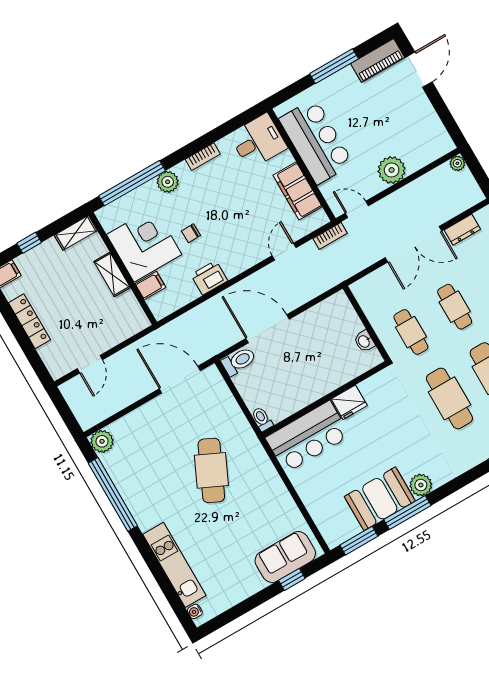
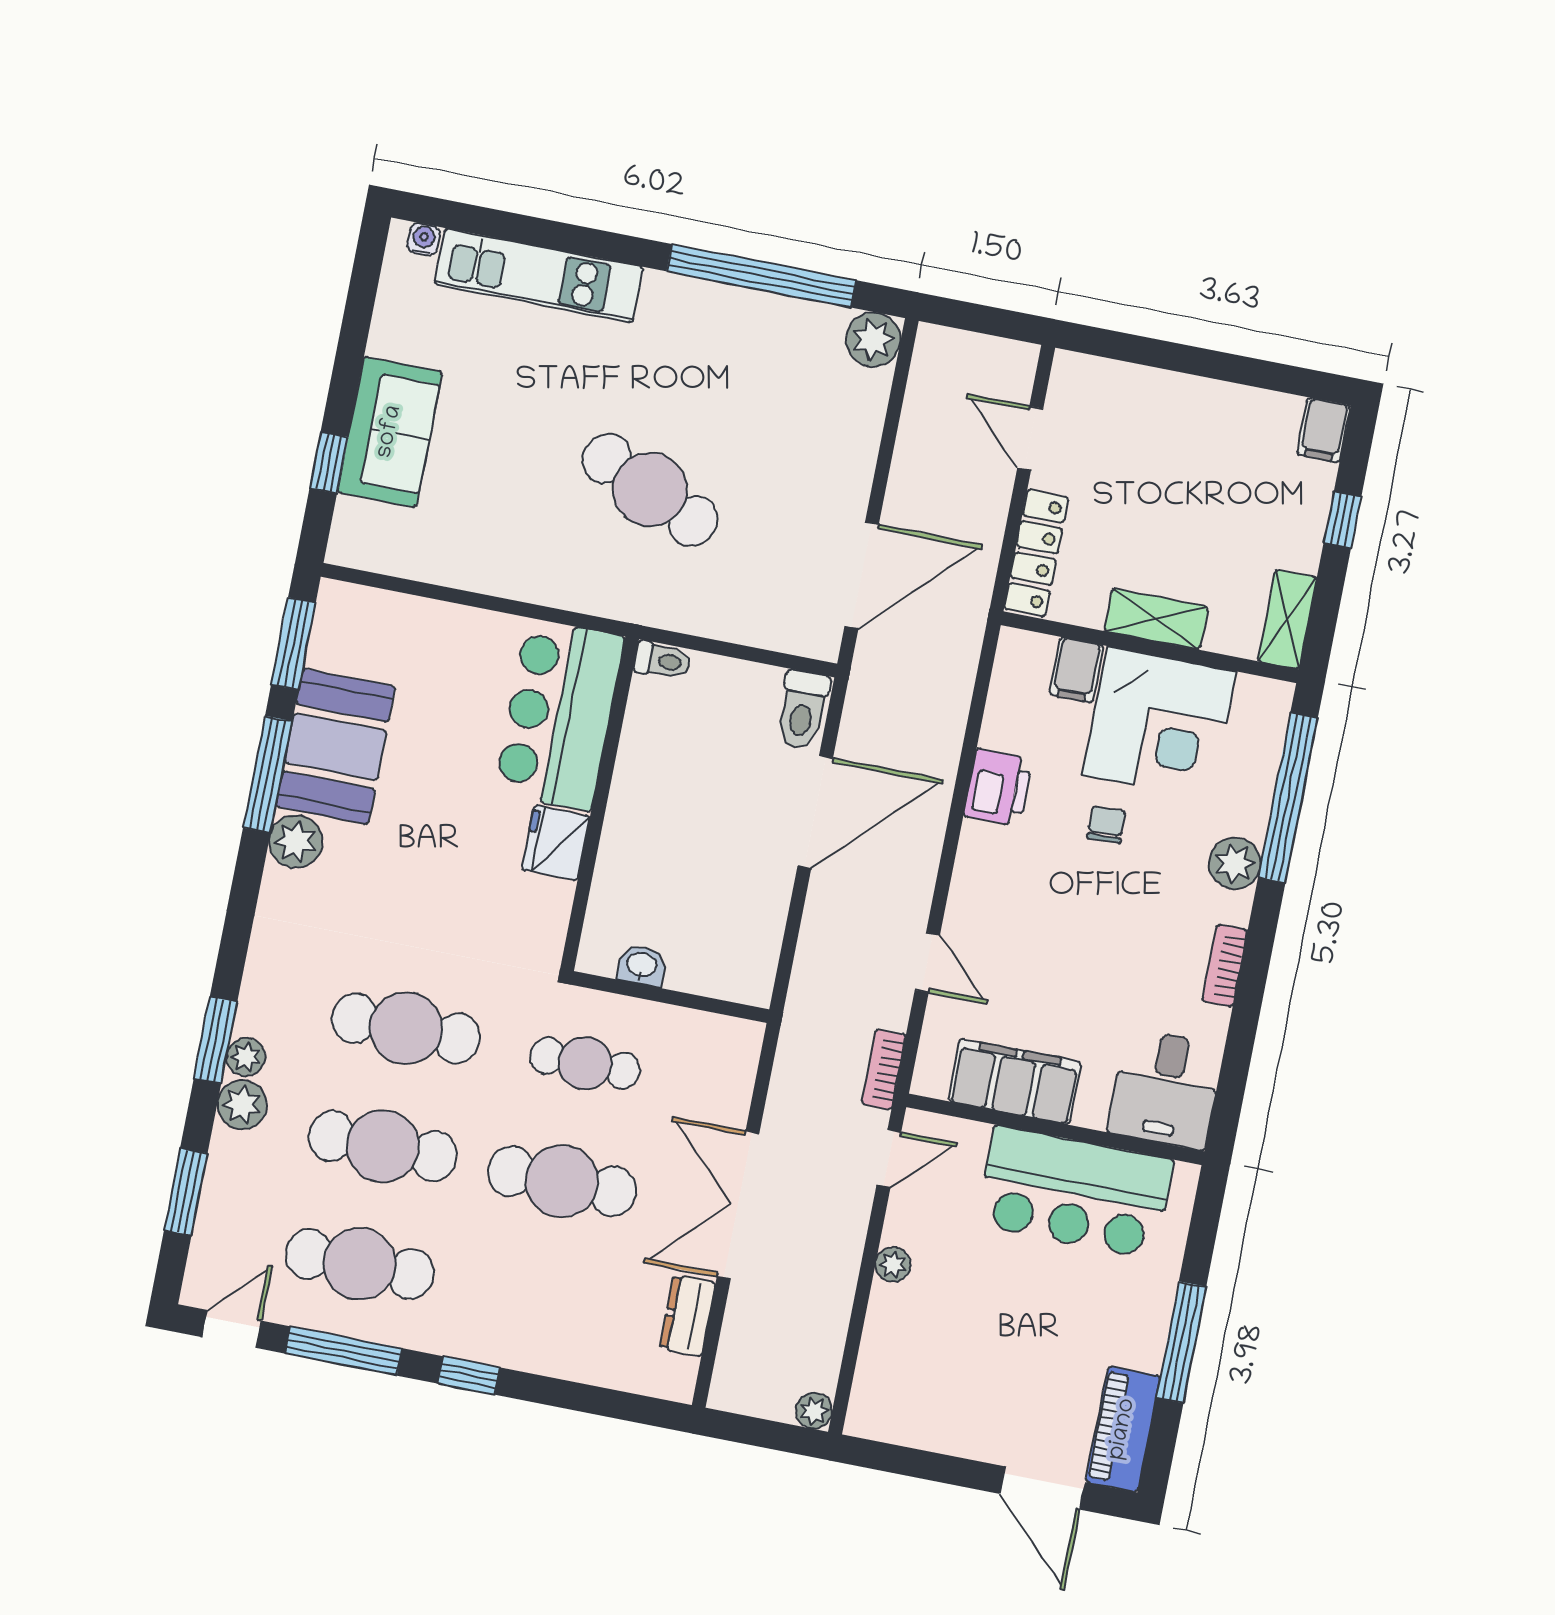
plant: (392, 170) -> (893, 1265), width x0.53, depth x0.53
cafe table: (455, 307) -> (562, 1181), width x1.37, depth x1.35
locker: (29, 321) -> (1036, 553), moved, turned -90
sofa: (285, 557) -> (390, 432), moved

